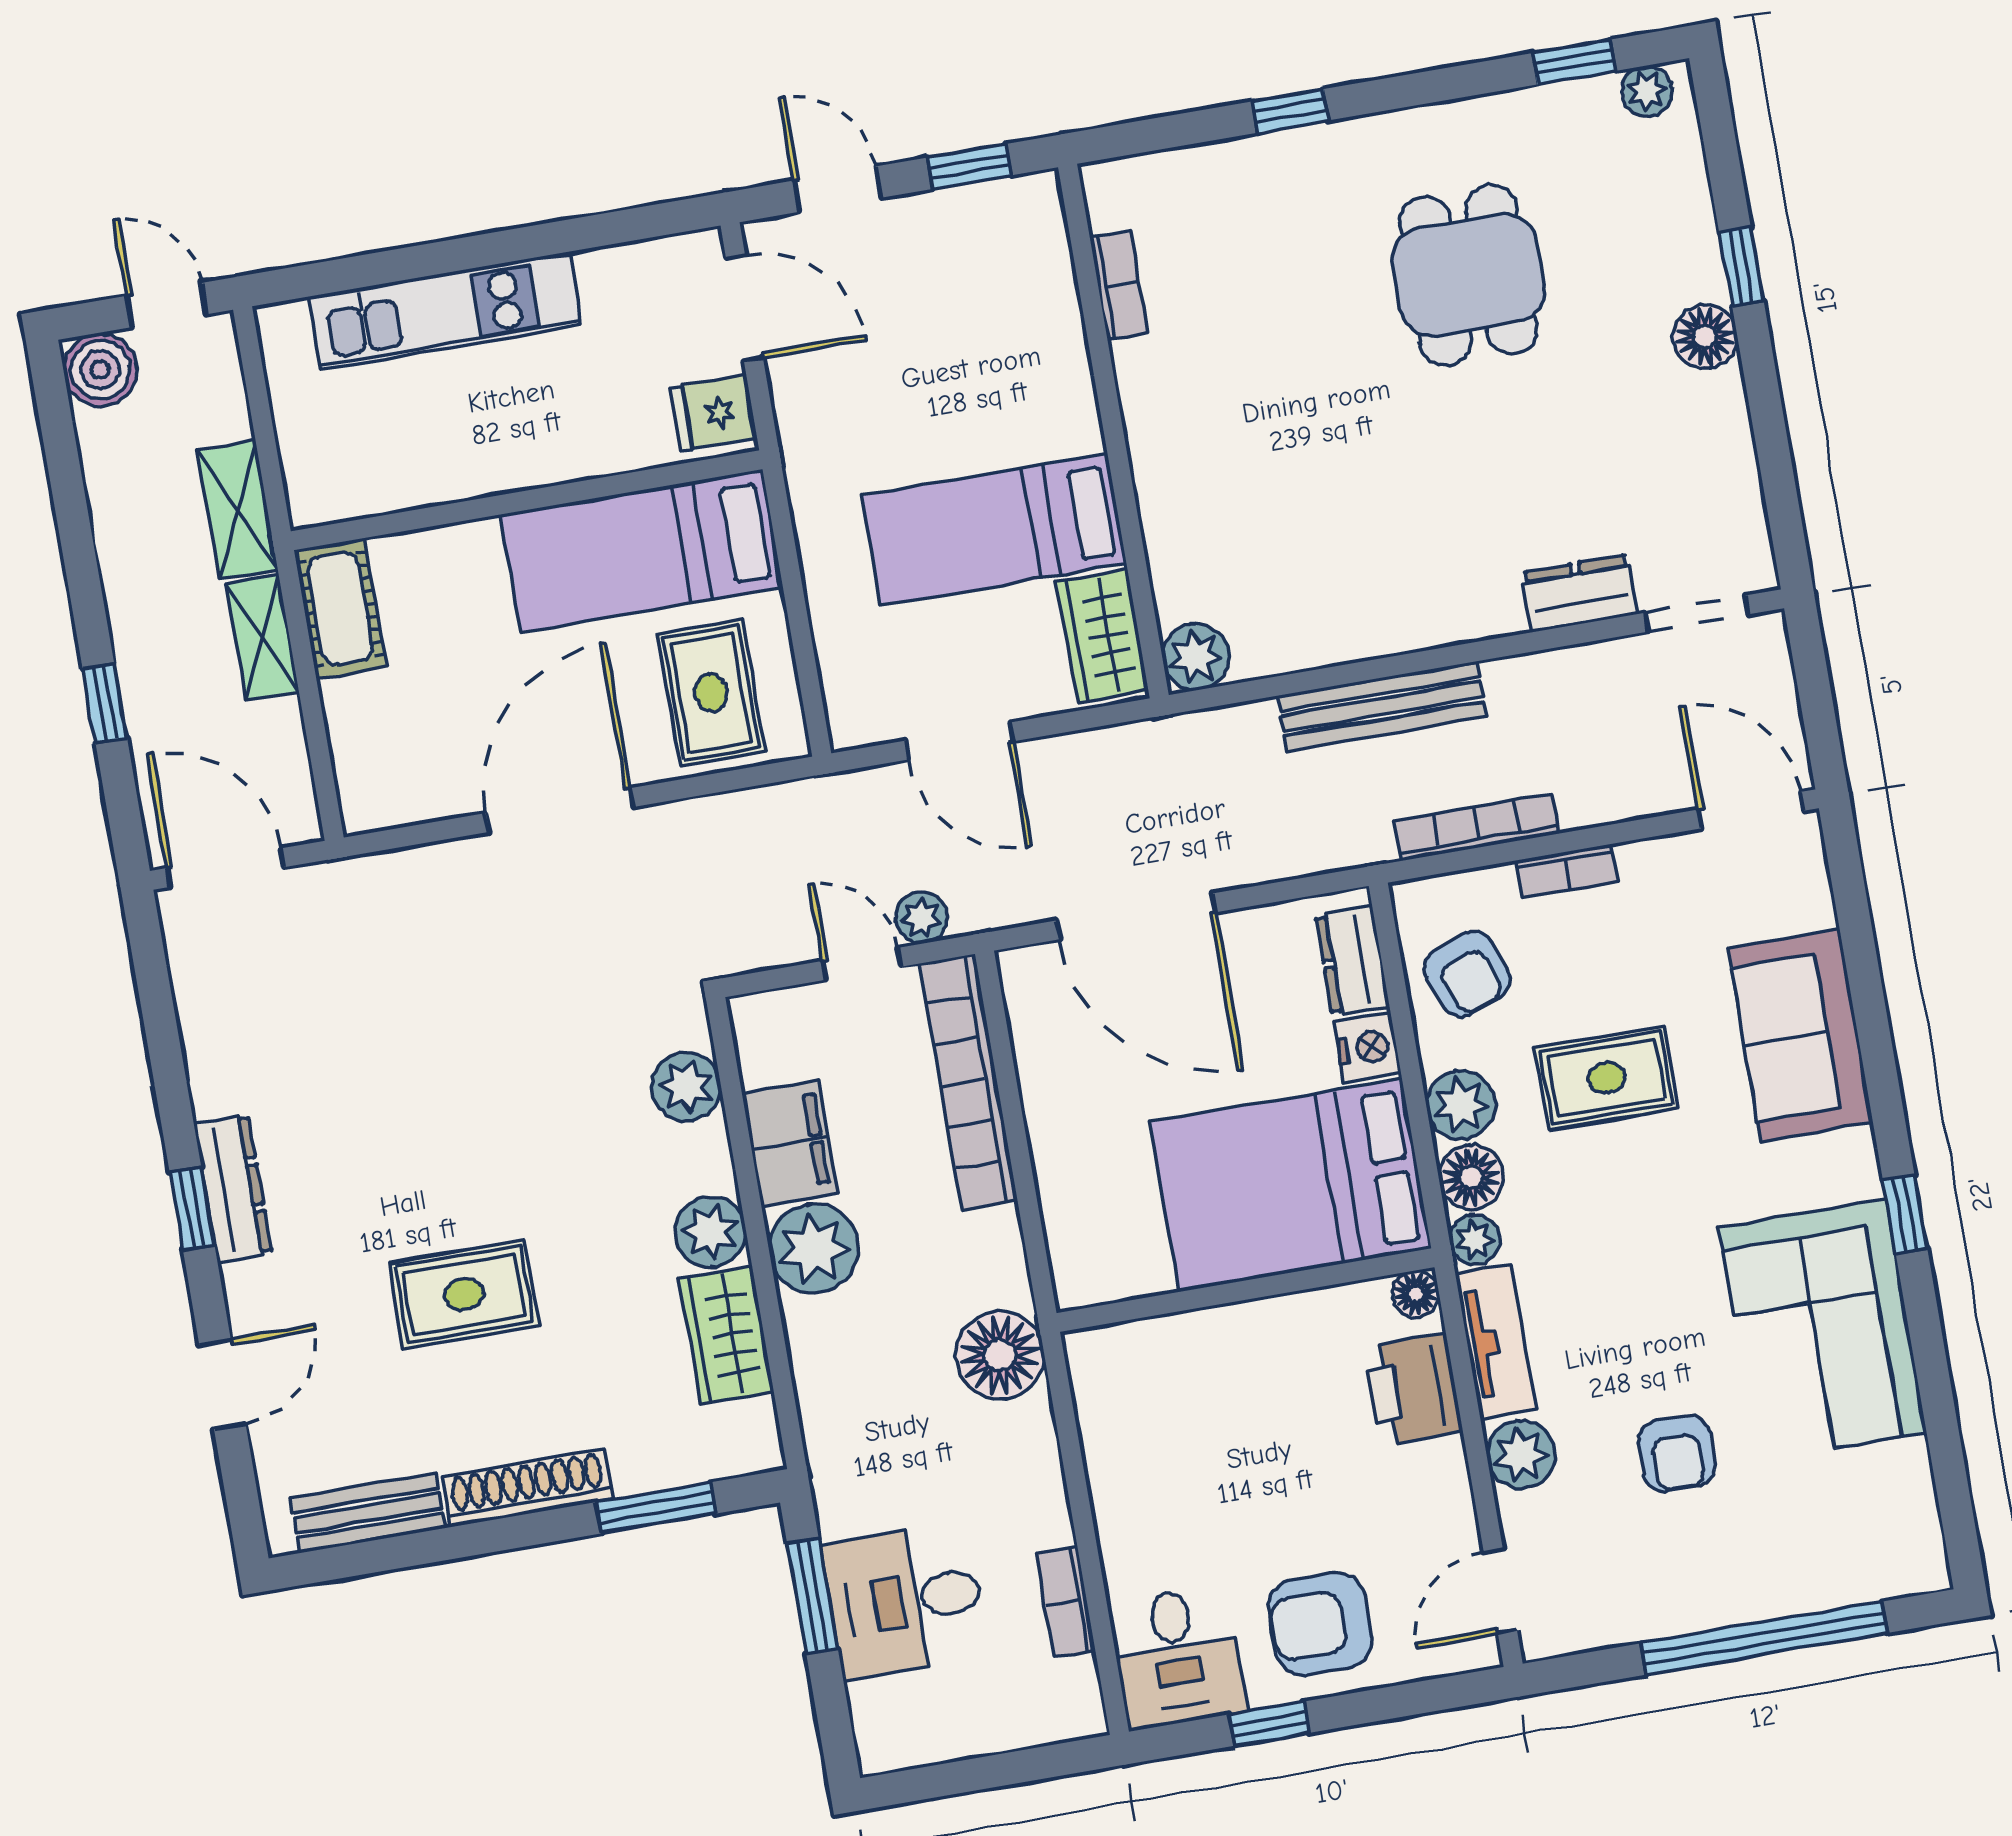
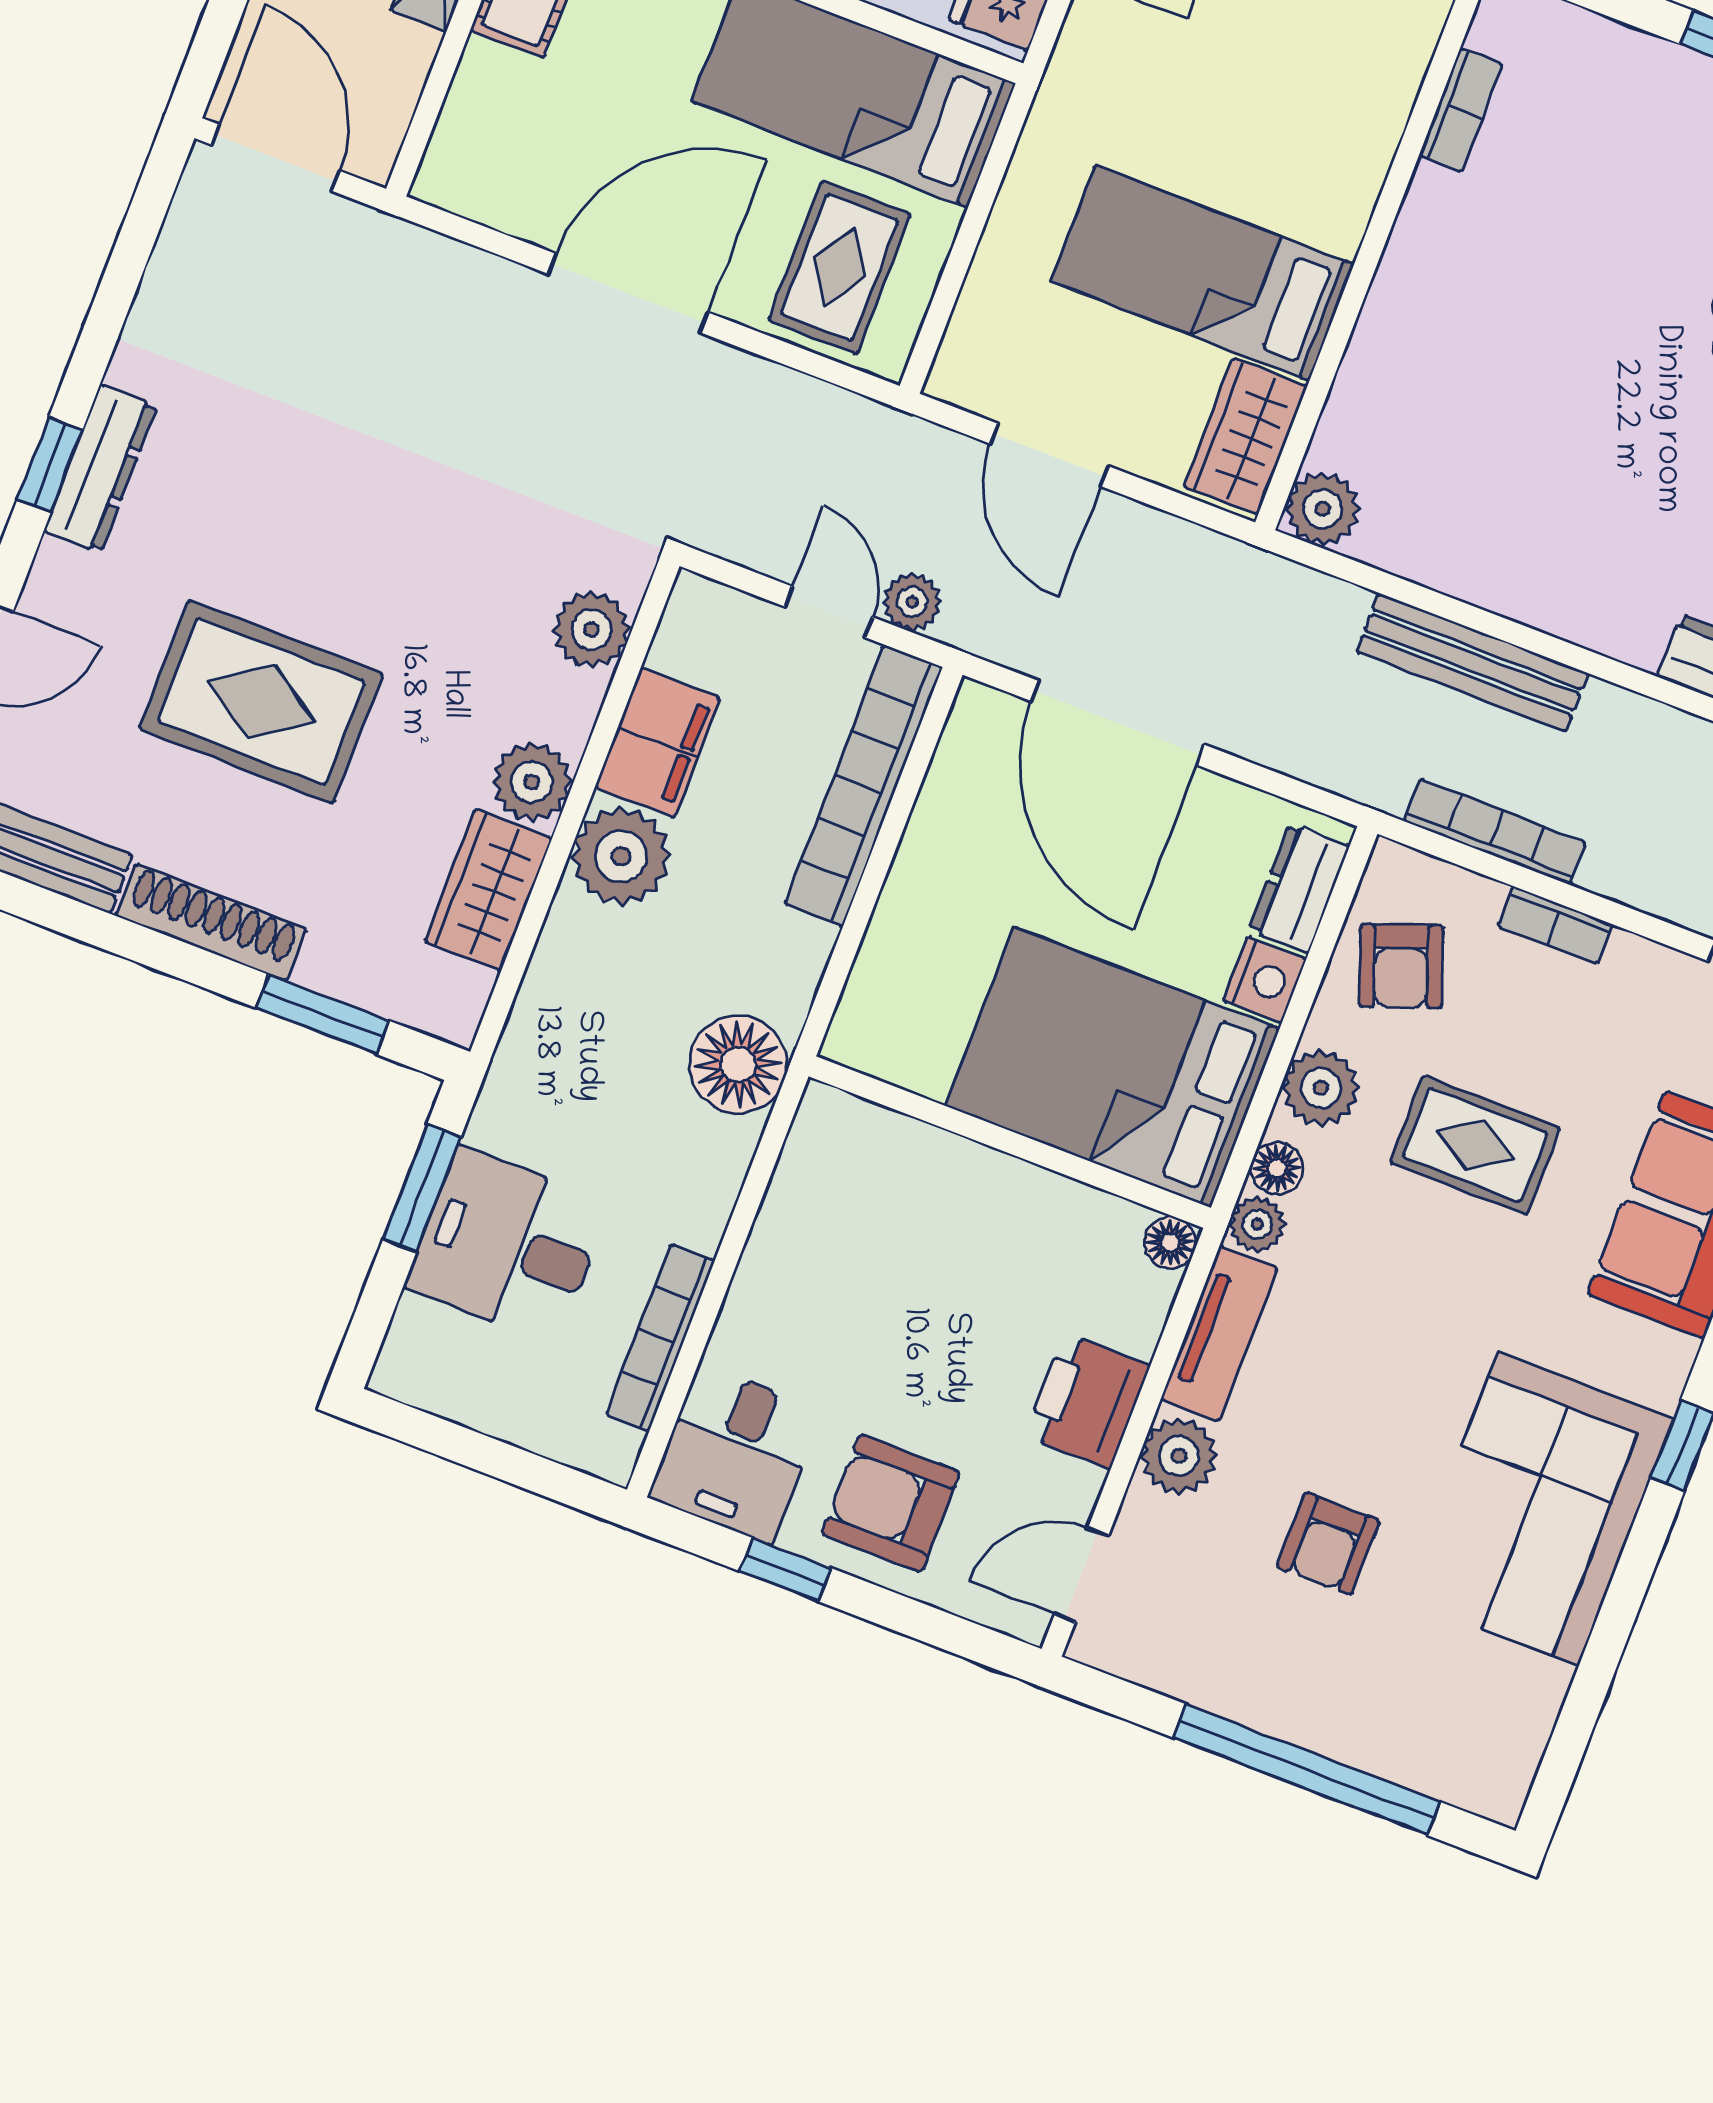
floor lamp: (1471, 1177) -> (1277, 1168), width x0.73, depth x0.73
rug: (464, 1294) -> (261, 701), width x1.36, depth x1.43
printer: (1413, 1389) -> (1087, 1401), moved
bookcase: (1066, 1602) -> (660, 1338), width x1.56

